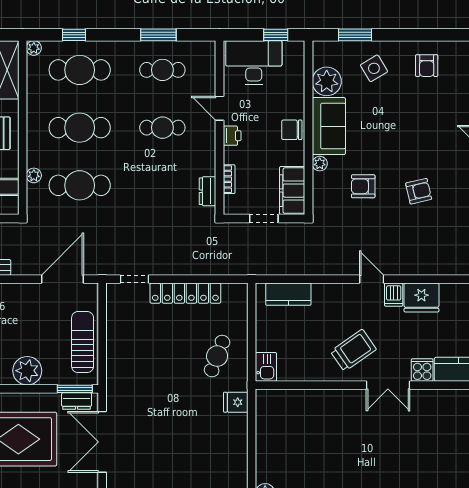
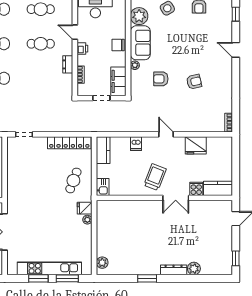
dresser: (208, 191) -> (68, 64), moved
locker: (185, 293) -> (69, 143), moved
kitchen counter: (288, 294) -> (103, 150), moved, turned -90
dishwasher: (394, 295) -> (136, 144), moved
trolley: (353, 350) -> (155, 177), turned -34
plant: (240, 421) -> (87, 220), added

